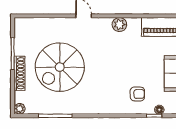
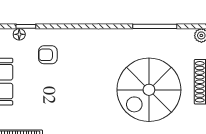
spiral stairs: (60, 67) -> (149, 90), turned 180

